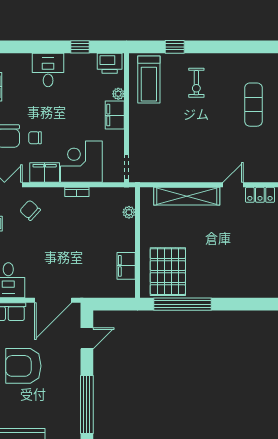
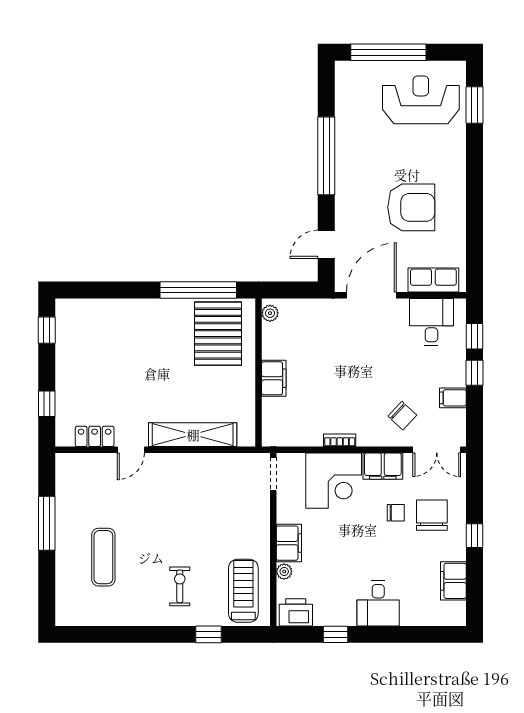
plant: (129, 212) -> (270, 313), moved
filing cabinet: (126, 266) -> (274, 378), moved

